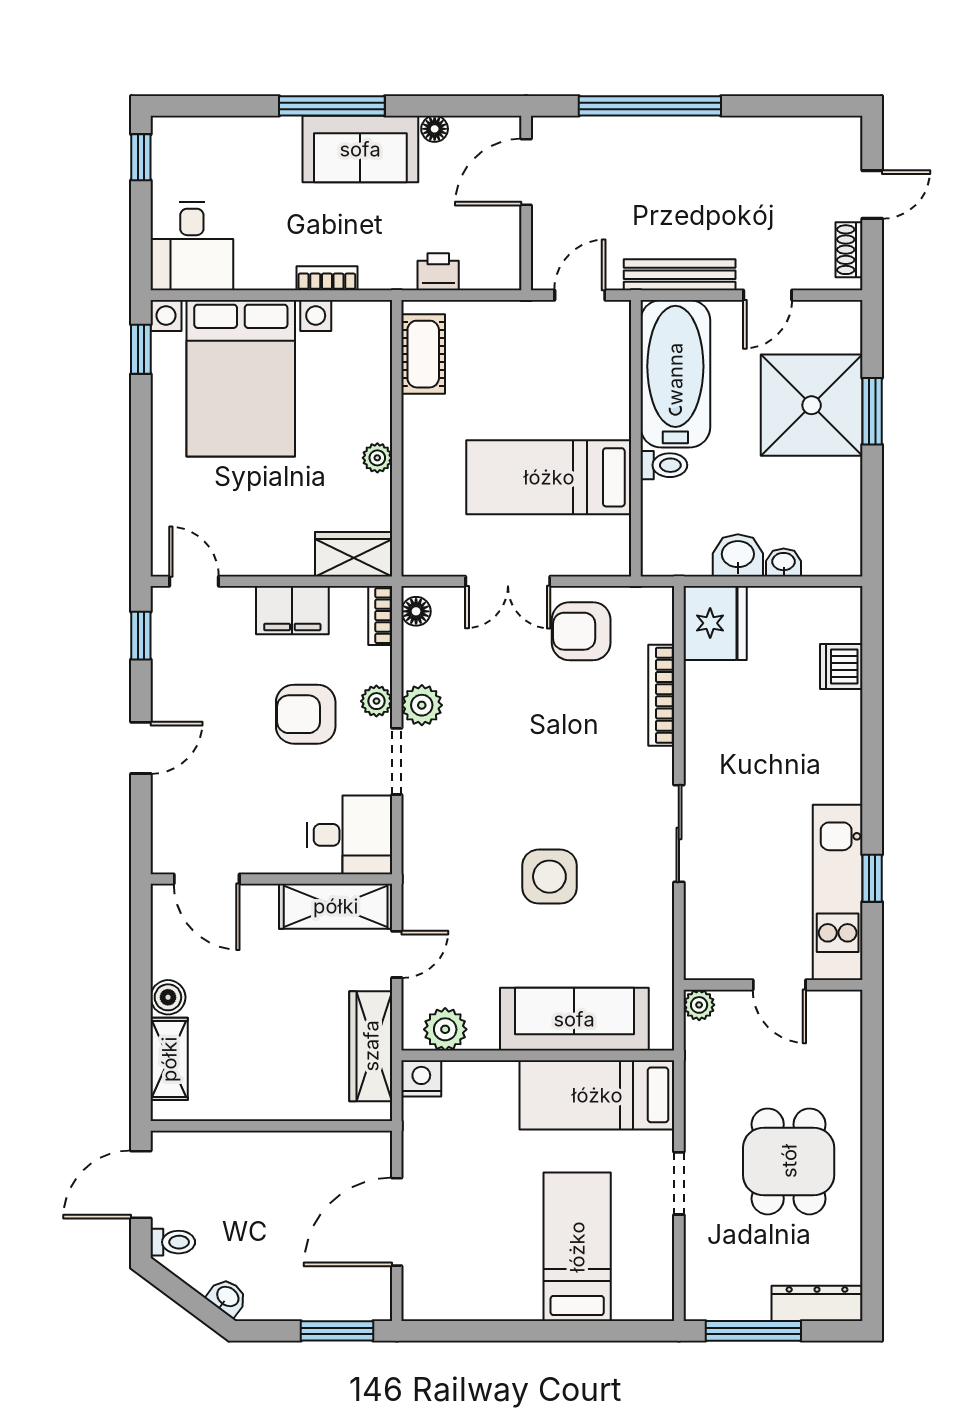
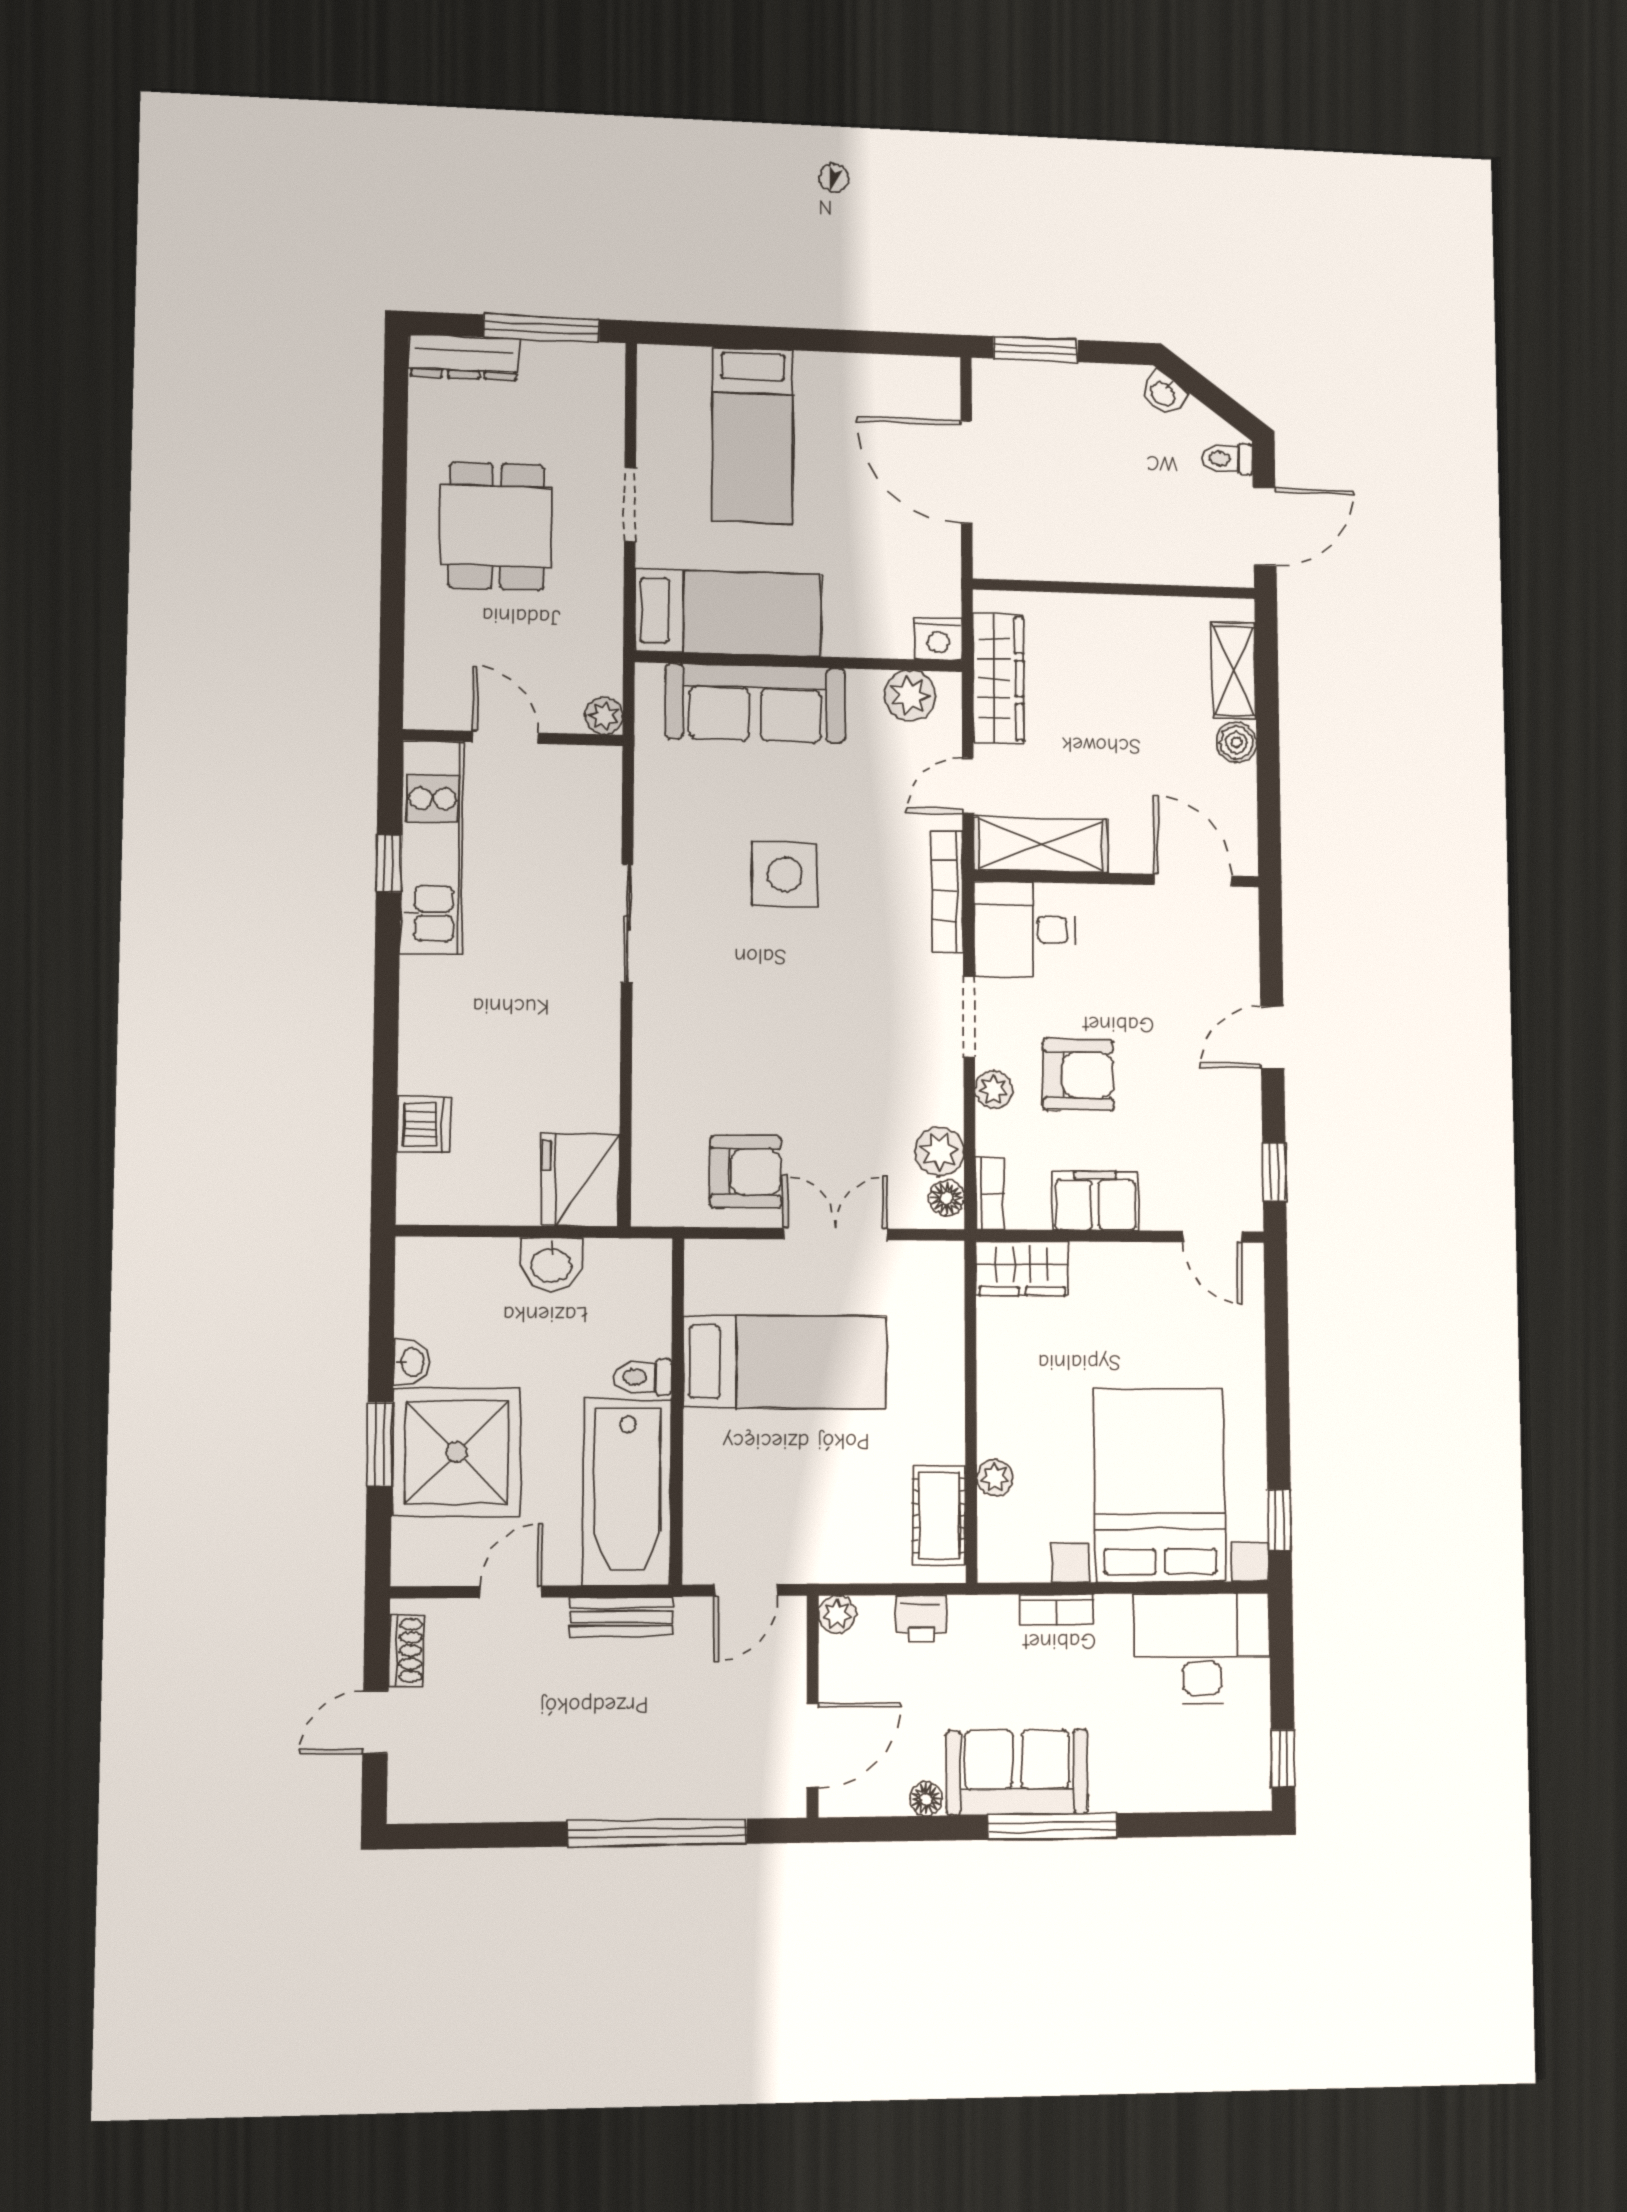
desk: (192, 246) -> (1202, 1648), width x1.37
plant: (506, 275) -> (837, 1614), added
bench: (680, 275) -> (621, 1617), width x0.73
plant: (377, 458) -> (995, 1478), moved
washbasin: (784, 562) -> (411, 1362), moved, turned -90
bookcase: (661, 695) -> (947, 891), moved, turned 180
plant: (422, 705) -> (940, 1152), moved
door: (397, 1222) -> (966, 472), swing flipped

